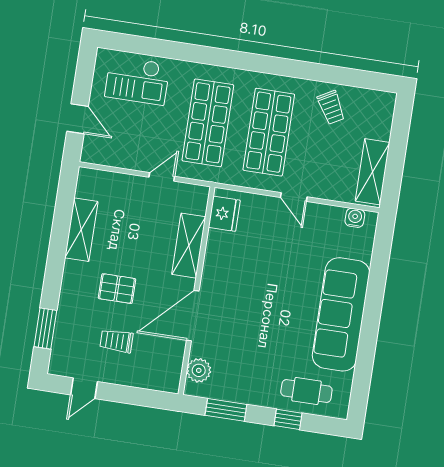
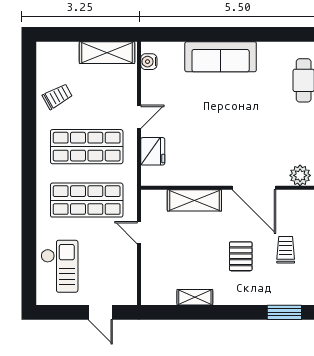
door: (78, 119) -> (100, 312), swing flipped
fridge: (224, 214) -> (153, 151), moved, turned 90
shelving: (81, 230) -> (195, 297), width x0.67, depth x0.75
sofa: (341, 314) -> (221, 57), width x0.74, depth x0.79
trolley: (117, 341) -> (286, 250), turned 180

